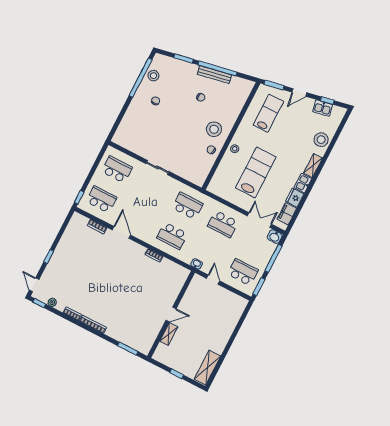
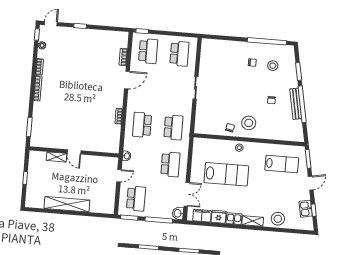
stool: (154, 76) -> (273, 66), moved
door: (299, 92) -> (311, 183), swing flipped
school desk: (223, 224) -> (170, 164), turned 180
shelving: (207, 368) -> (67, 204), moved, width x1.47

